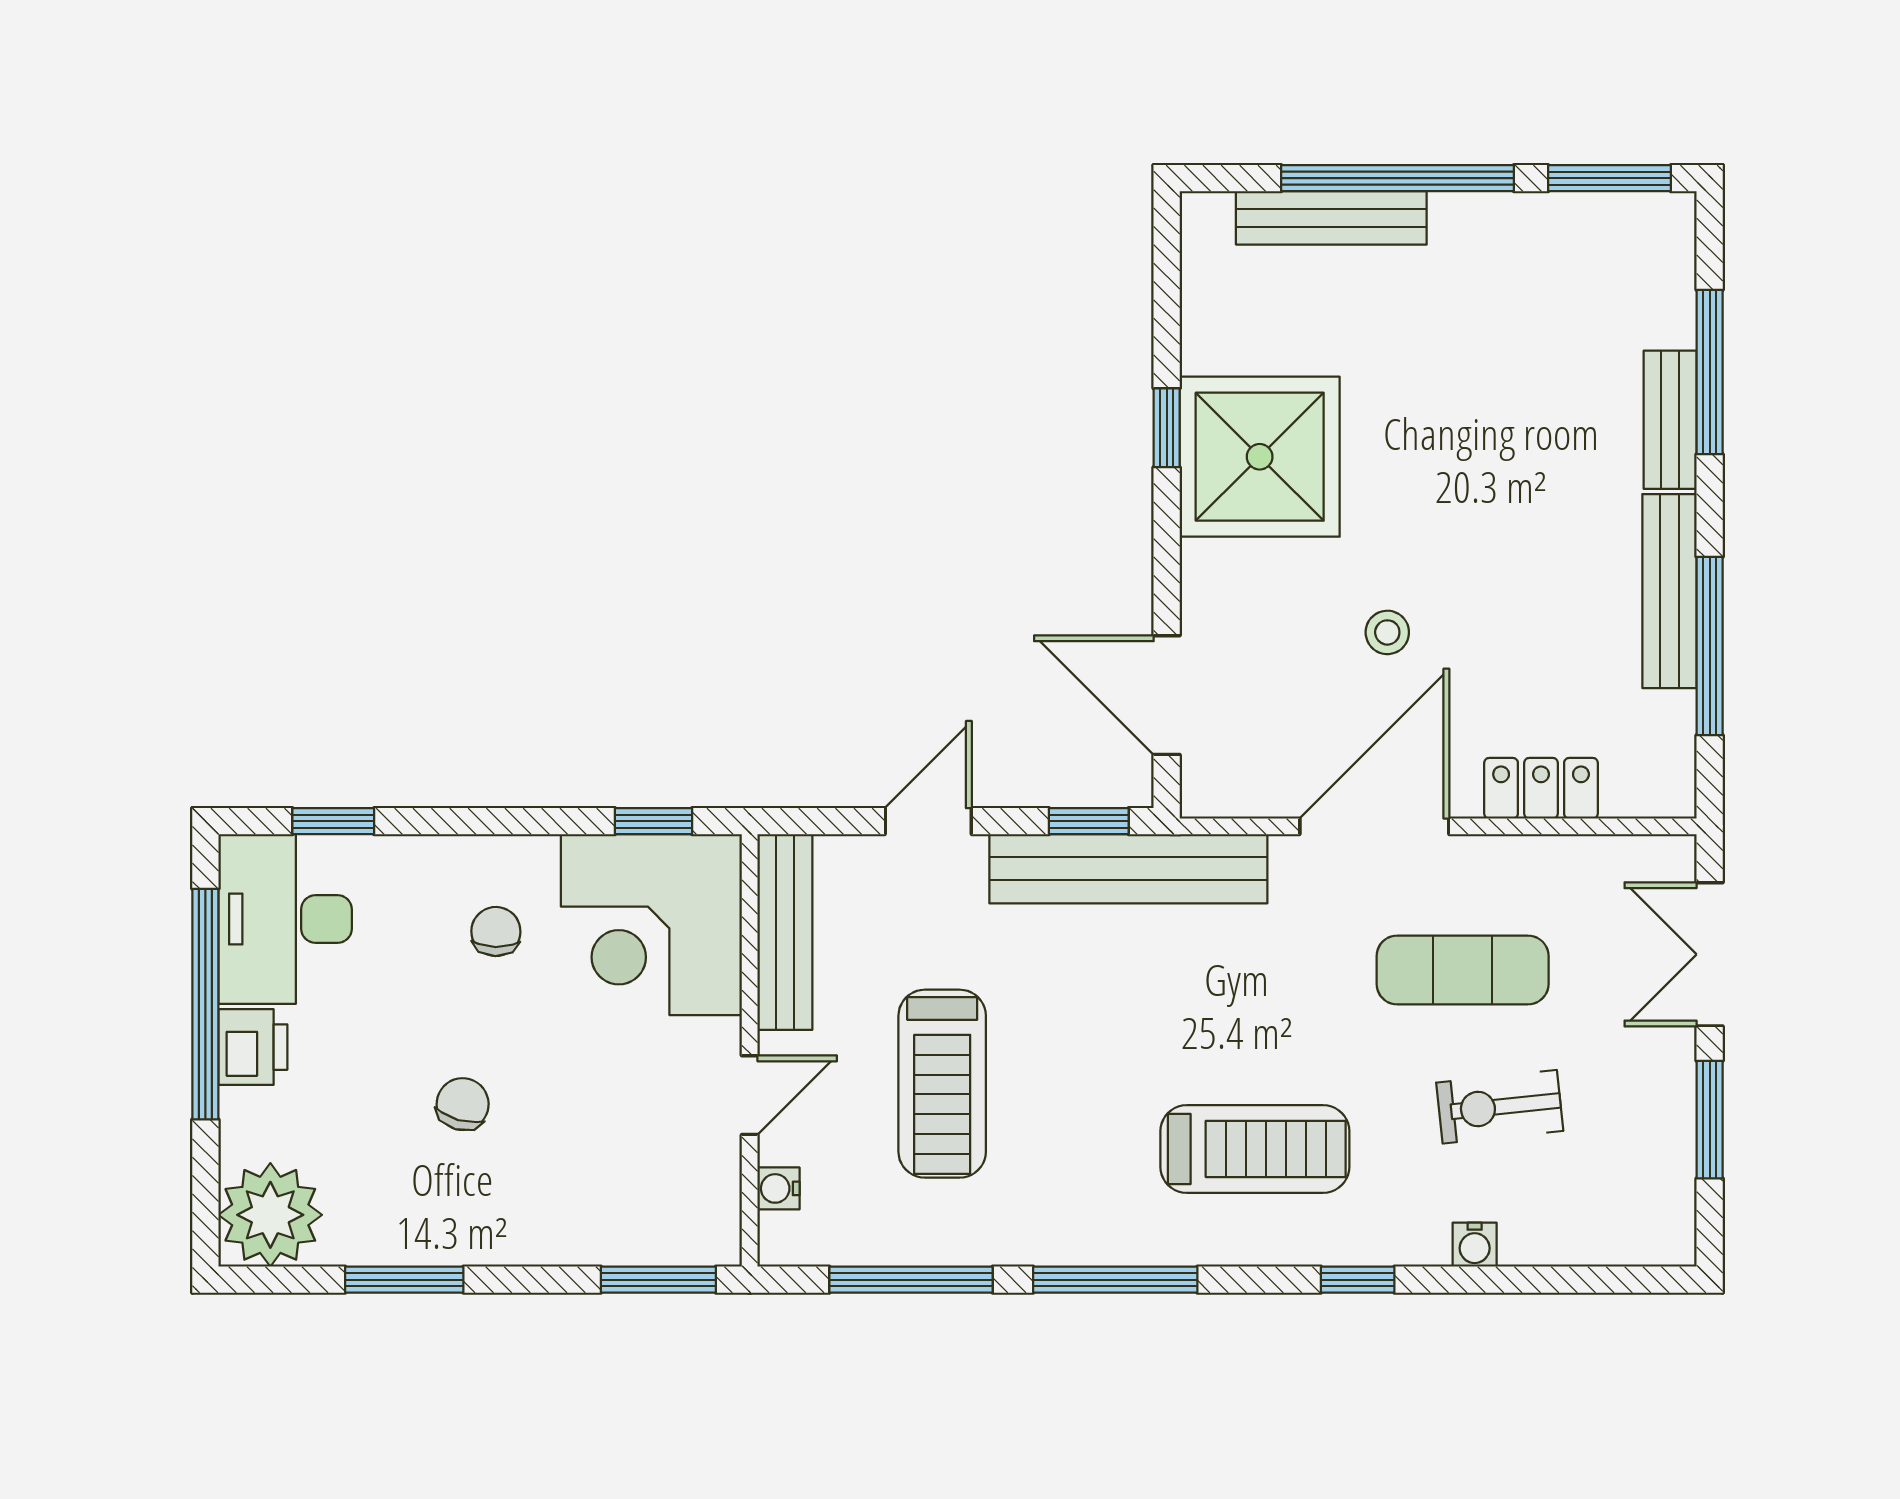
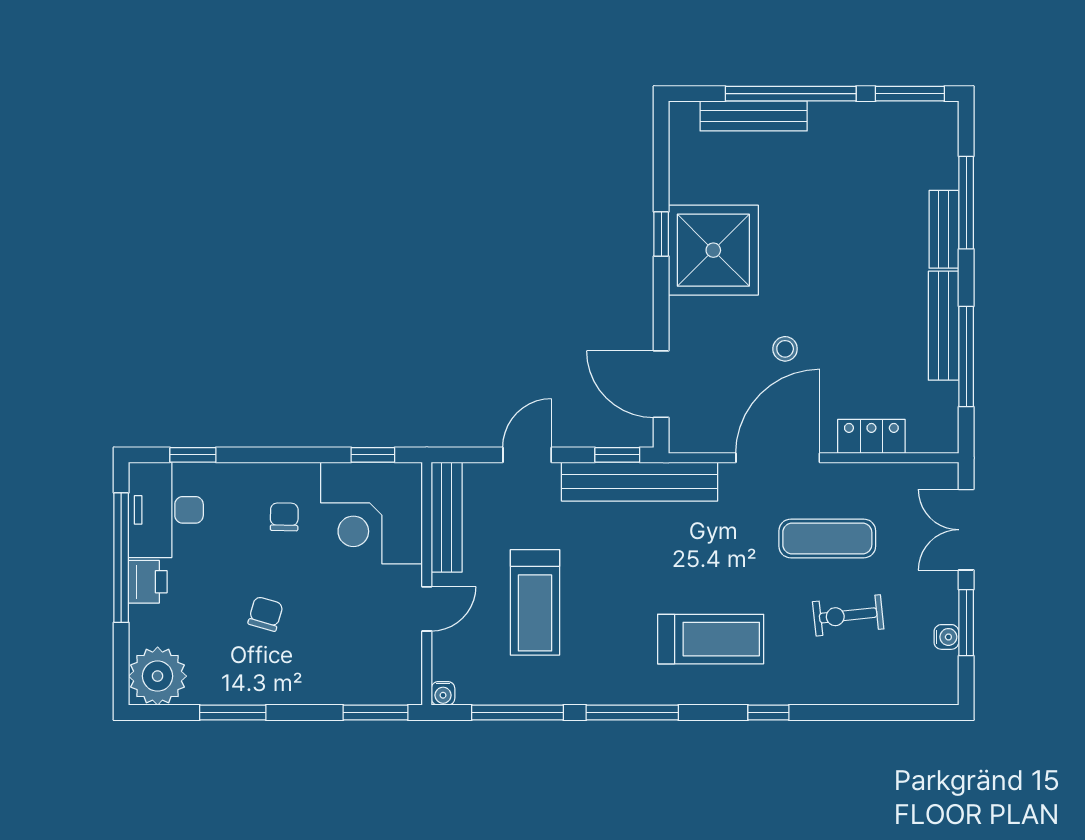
water cooler: (779, 1188) -> (443, 693), moved, turned -90
water cooler: (1475, 1245) -> (946, 637), moved, turned -90

